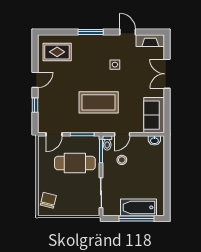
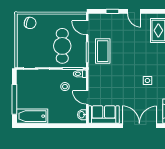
double door: (167, 74) -> (139, 126), width x1.37
coffee table: (99, 102) -> (103, 51), moved, width x0.73, depth x0.76
door: (122, 134) -> (87, 97), moved
bathtub: (138, 207) -> (32, 116), moved, turned -90

